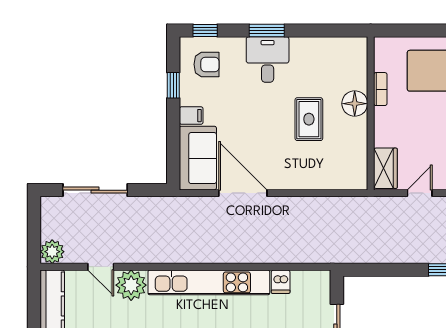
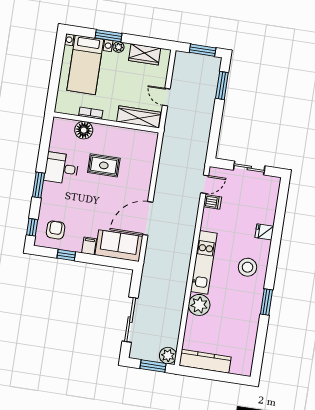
desk: (268, 59) -> (61, 168), moved
floor lamp: (355, 104) -> (84, 130), moved
wardrobe: (385, 168) -> (139, 117), width x1.50
window: (34, 233) -> (153, 366), added
door: (101, 267) -> (205, 184), moved
kitchen unit: (209, 282) -> (204, 262), width x0.73

